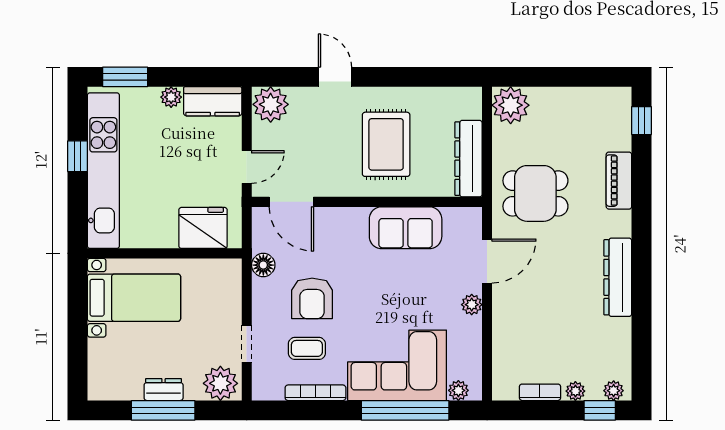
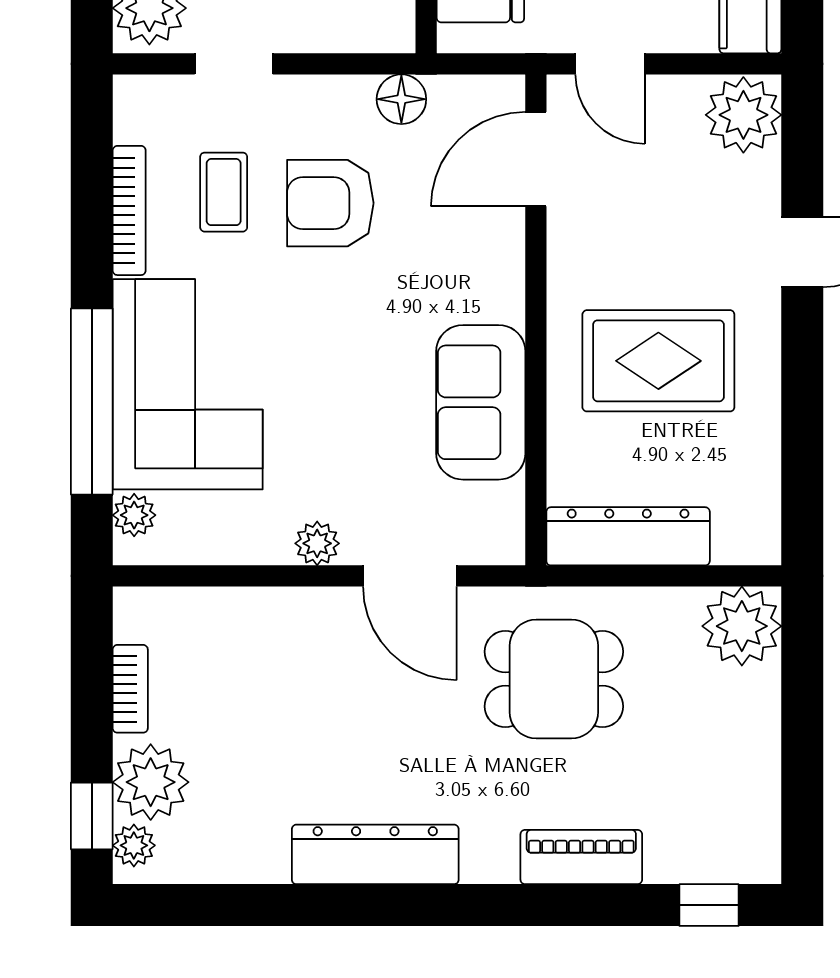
dining table: (535, 193) -> (554, 679), turned 90
plant: (575, 391) -> (151, 782), width x1.88, depth x1.88

